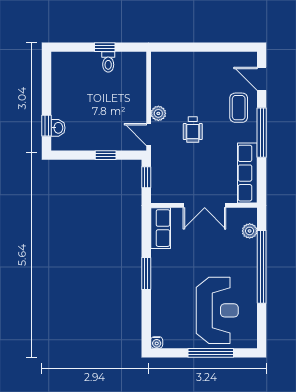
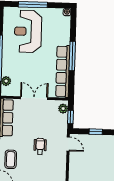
plant: (158, 113) -> (63, 109), moved
row of seats: (161, 228) -> (63, 71), width x2.02
window: (146, 274) -> (72, 56), width x1.44

